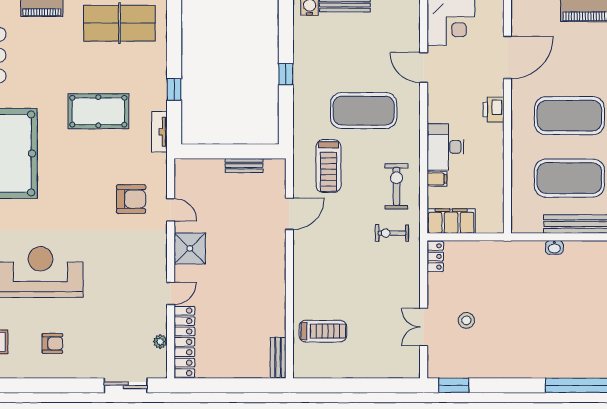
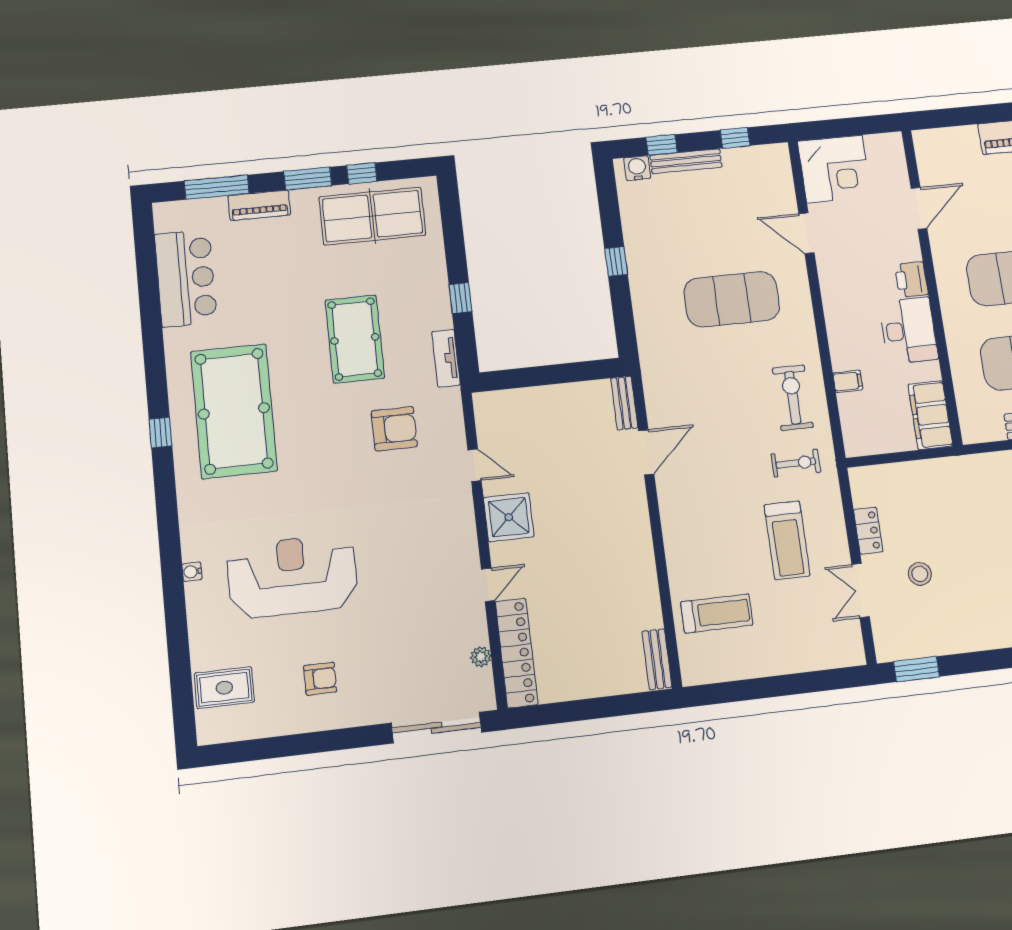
door: (507, 57) -> (919, 208), width x0.73
pool table: (98, 111) -> (355, 339), turned 90
desk: (445, 147) -> (908, 330), moved, turned 180
bench: (244, 166) -> (624, 403), moved, turned 90
treadmill: (328, 166) -> (787, 540), moved
armchair: (131, 199) -> (394, 429), moved
filing cabinet: (451, 221) -> (930, 415), moved, turned -90
exercise bike: (392, 233) -> (796, 463), turned 180
locker: (435, 256) -> (868, 531), moved
sliding door: (126, 385) -> (437, 728), width x1.37

